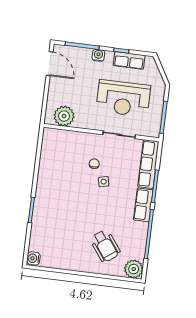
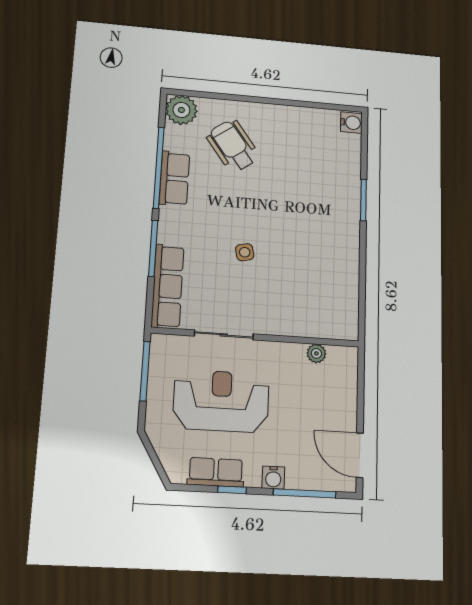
plant: (64, 116) -> (316, 353), width x0.53, depth x0.53
chair: (94, 164) -> (264, 282), removed
row of seats: (143, 205) -> (174, 178), moved

